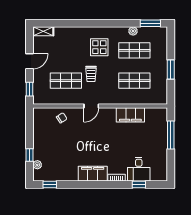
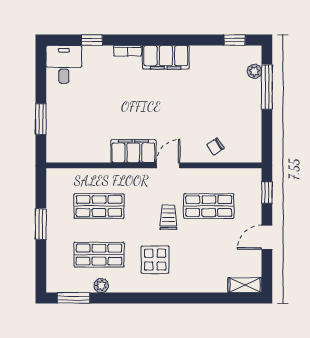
filing cabinet: (130, 115) -> (133, 151), moved
window: (171, 135) -> (41, 119), width x0.69
window: (30, 155) -> (267, 87), width x2.17
desk: (139, 169) -> (64, 64), moved

